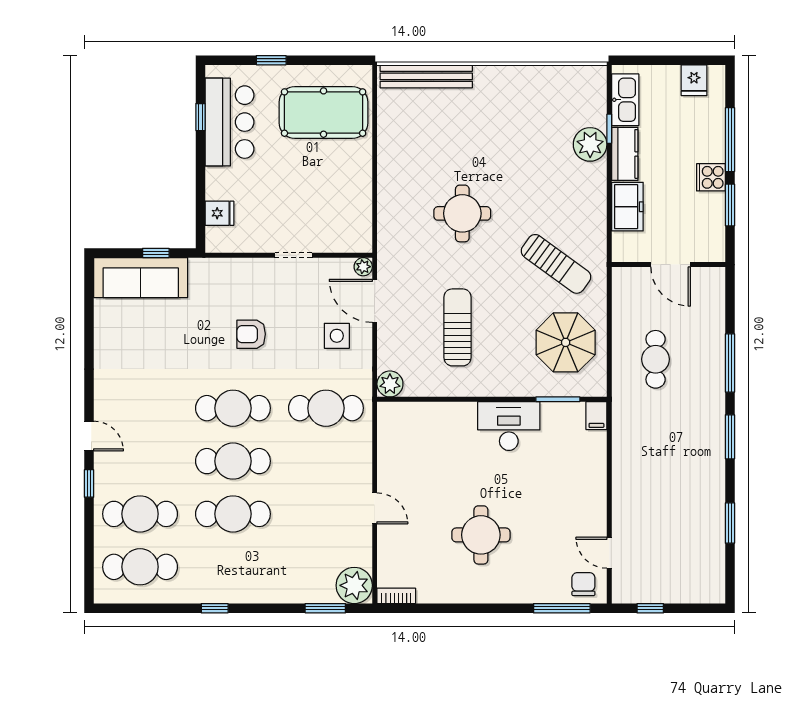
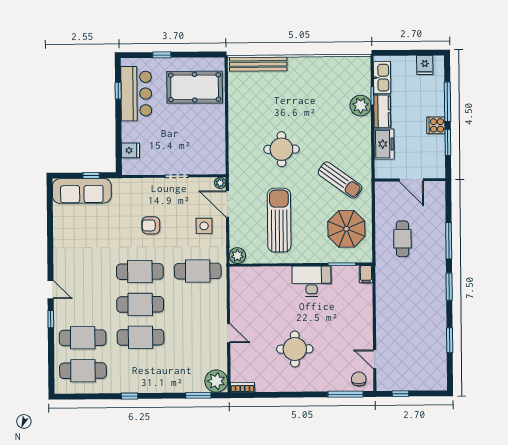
sun lounger: (458, 327) -> (279, 220), width x1.36, depth x1.34

